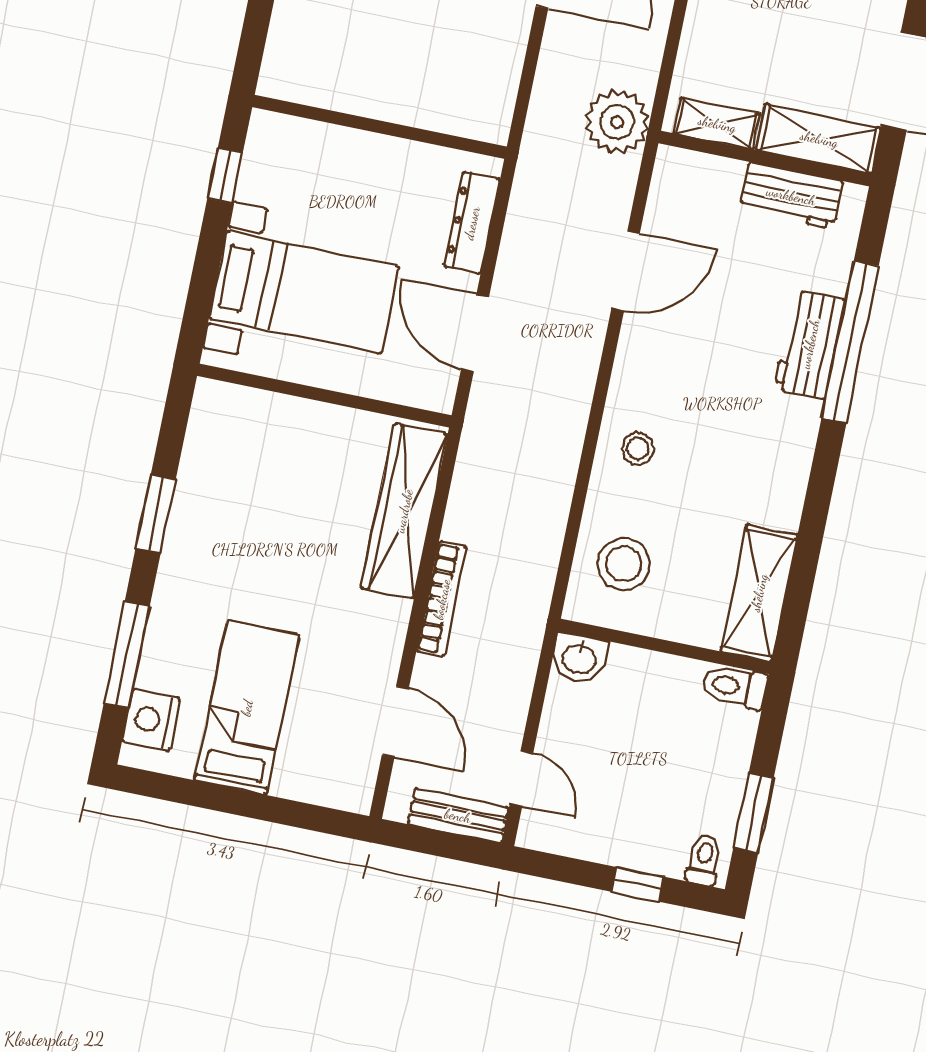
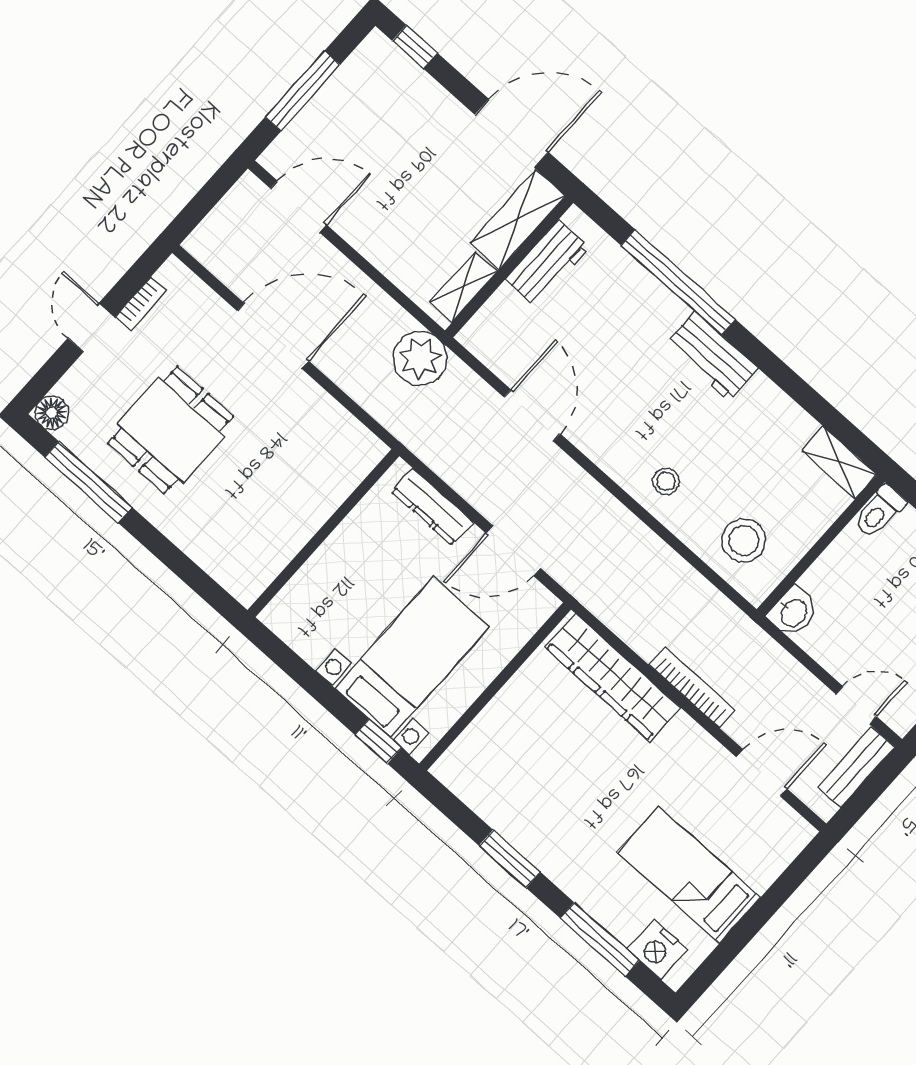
window: (225, 176) -> (378, 741), moved
workbench: (810, 344) -> (712, 356), moved
shelving: (759, 593) -> (839, 462), width x0.67, depth x0.75

